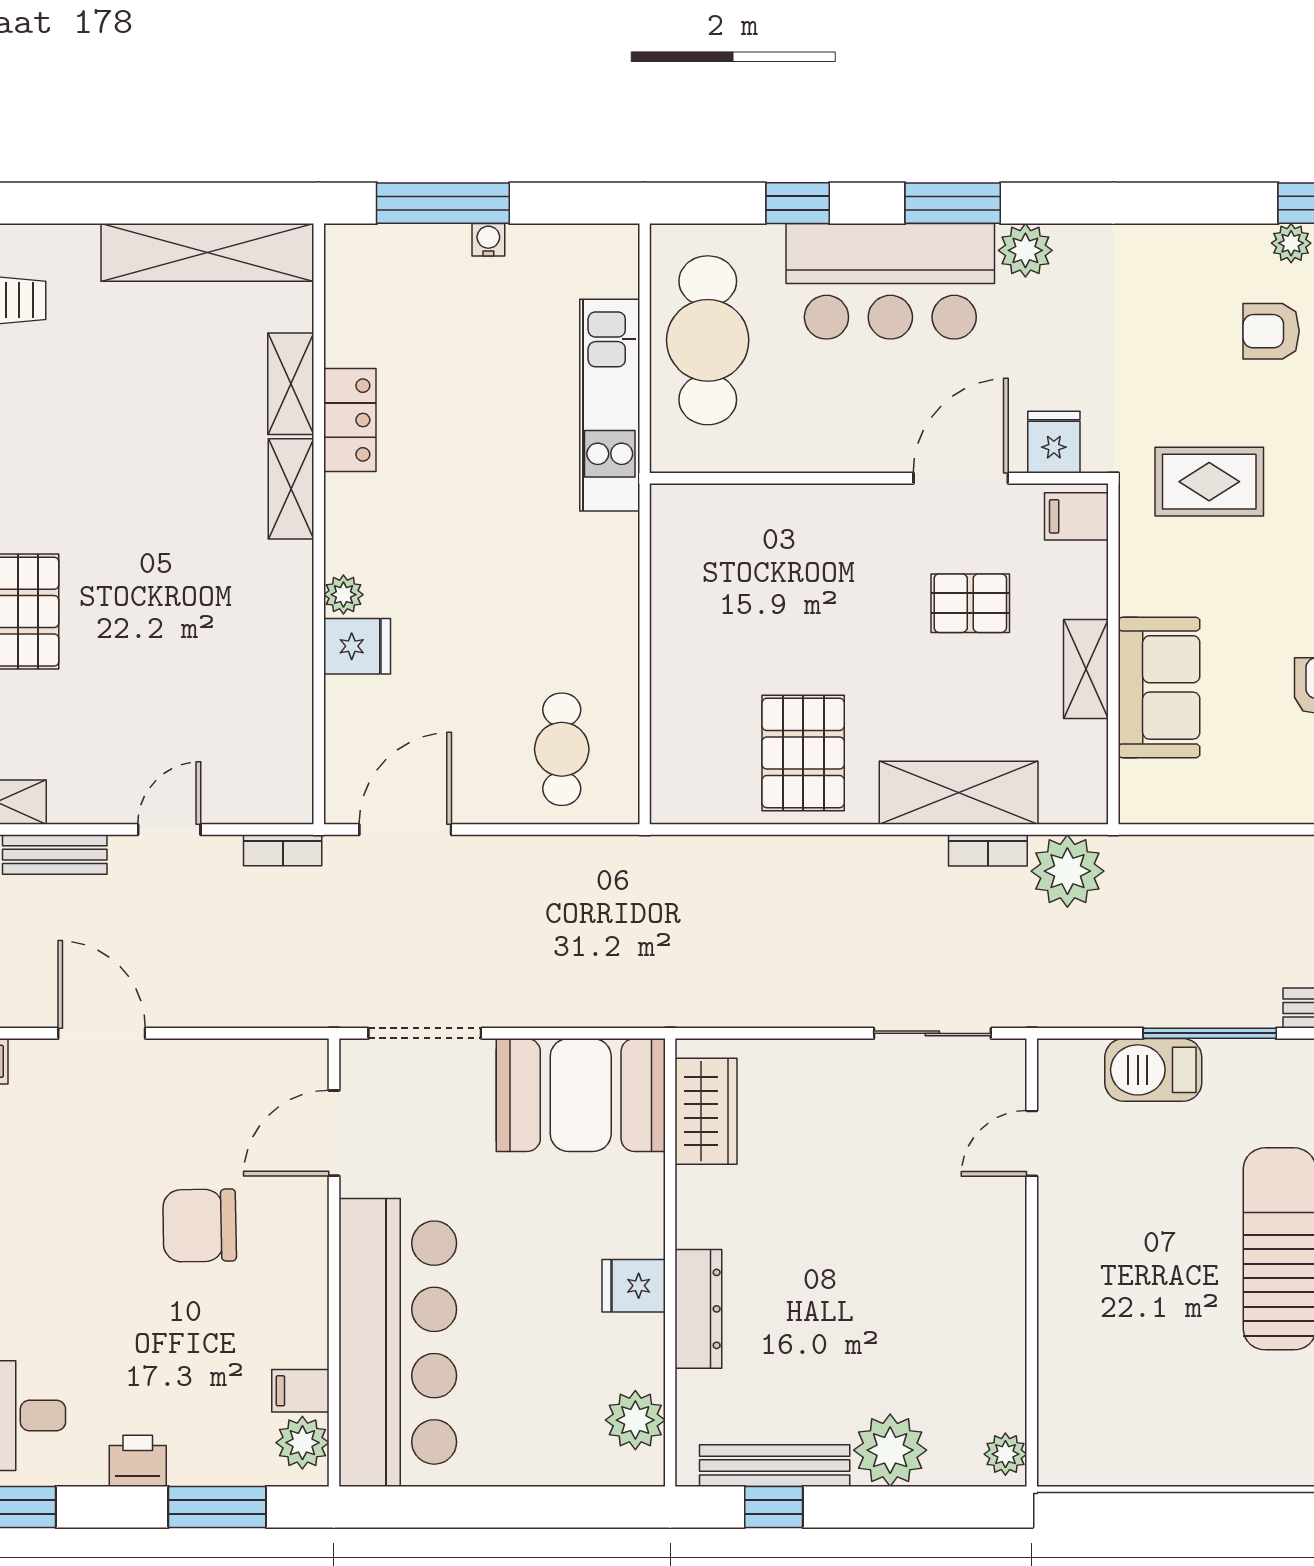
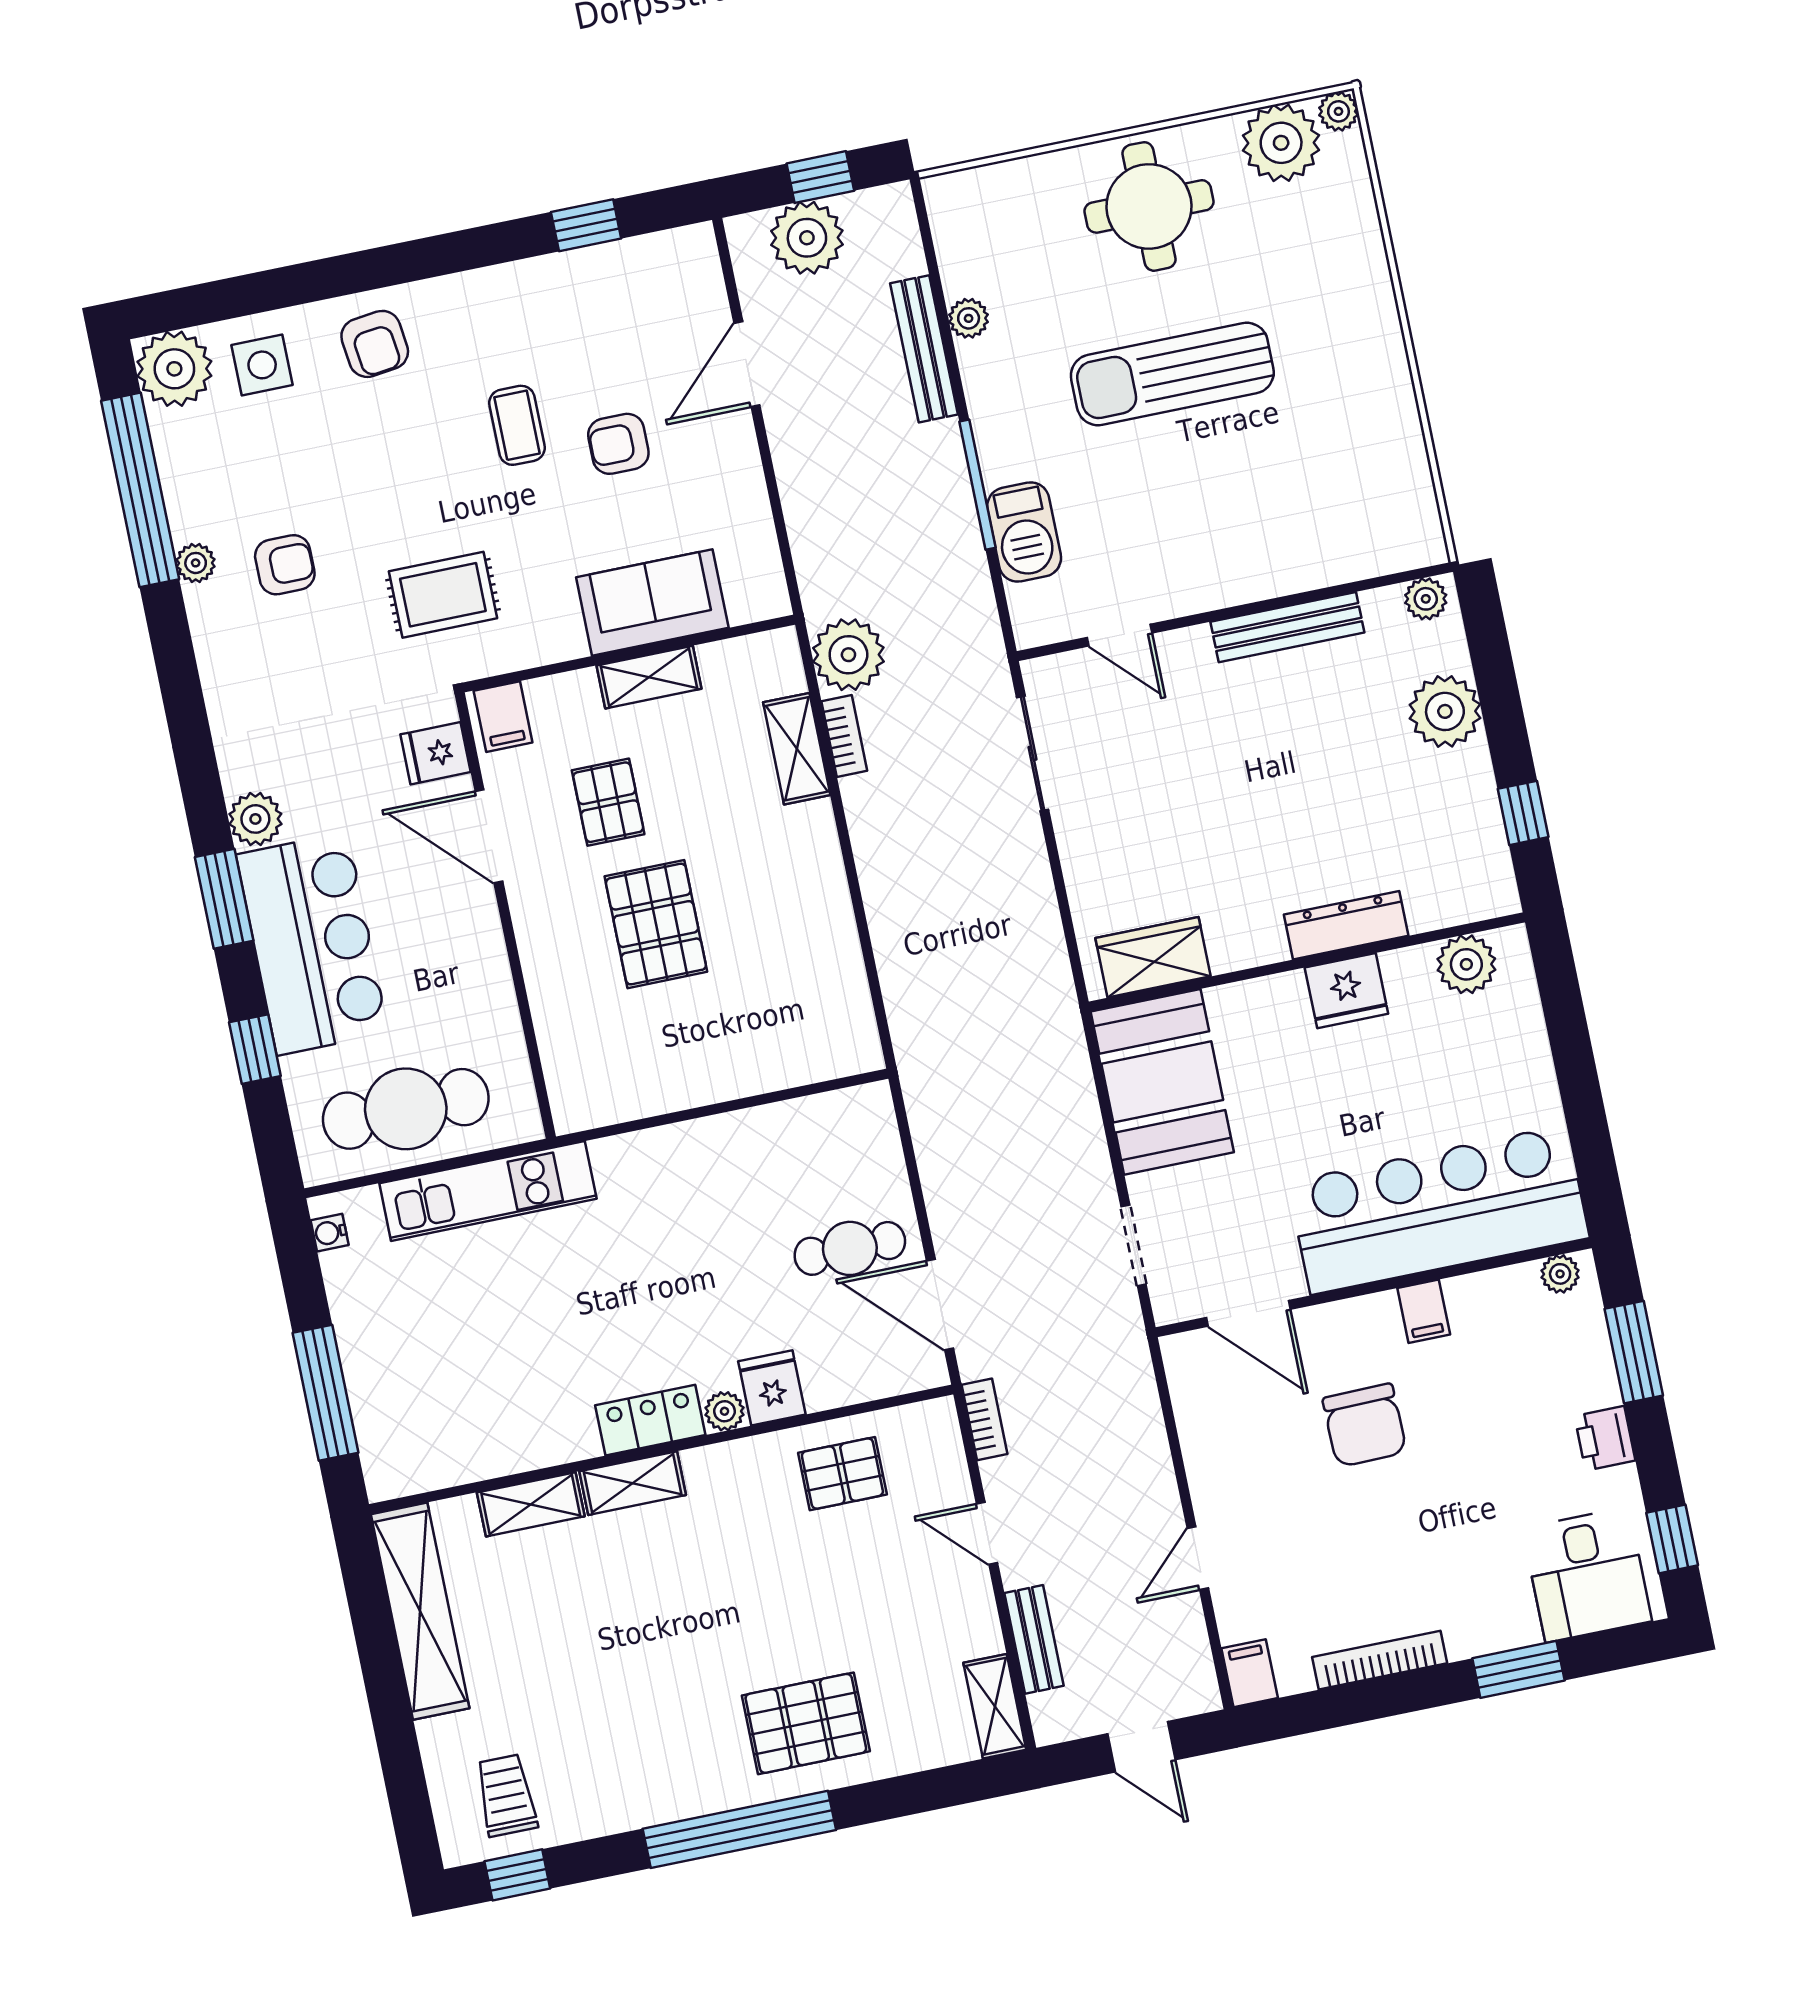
water cooler: (488, 240) -> (330, 1233), moved
armchair: (1271, 331) -> (285, 565), turned -90
locker: (350, 420) -> (650, 1420), moved
rug: (1209, 482) -> (443, 595), turned 90
pallet: (258, 699) -> (842, 1474), added
cafe table: (562, 749) -> (850, 1248), moved
pallet: (803, 753) -> (656, 924), moved, turned 90
shelving: (959, 793) -> (797, 749), width x0.67, depth x0.75
door: (102, 1033) -> (1198, 1558), width x0.73
doorway: (425, 1033) -> (1134, 1245), width x0.73
fridge: (634, 1286) -> (1346, 991), width x1.38
filing cabinet: (300, 1391) -> (1424, 1311), moved
plant: (302, 1443) -> (1560, 1274), width x0.73, depth x0.73
bench: (775, 1466) -> (1287, 627), moved, turned 90

